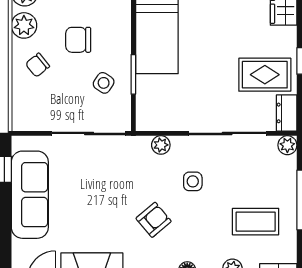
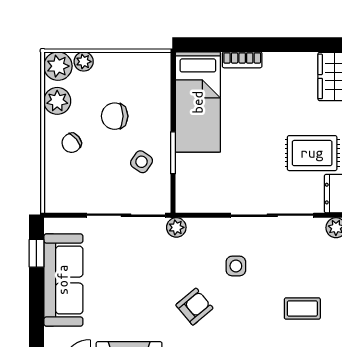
plant: (161, 145) -> (176, 227), moved
coffee table: (256, 222) -> (302, 309), width x0.73, depth x0.77

